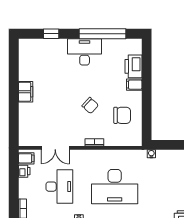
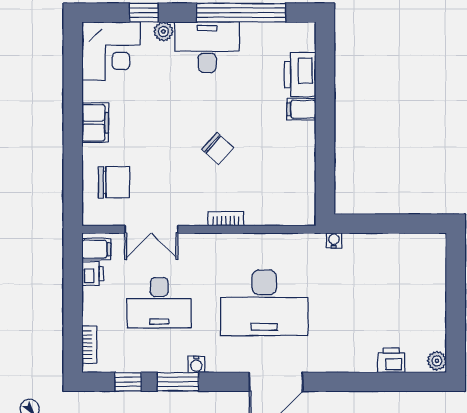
plant: (62, 44) -> (163, 31), added
corner desk: (34, 54) -> (111, 51), added
chair: (122, 115) -> (114, 182), moved
desk: (59, 187) -> (159, 303), turned 90

